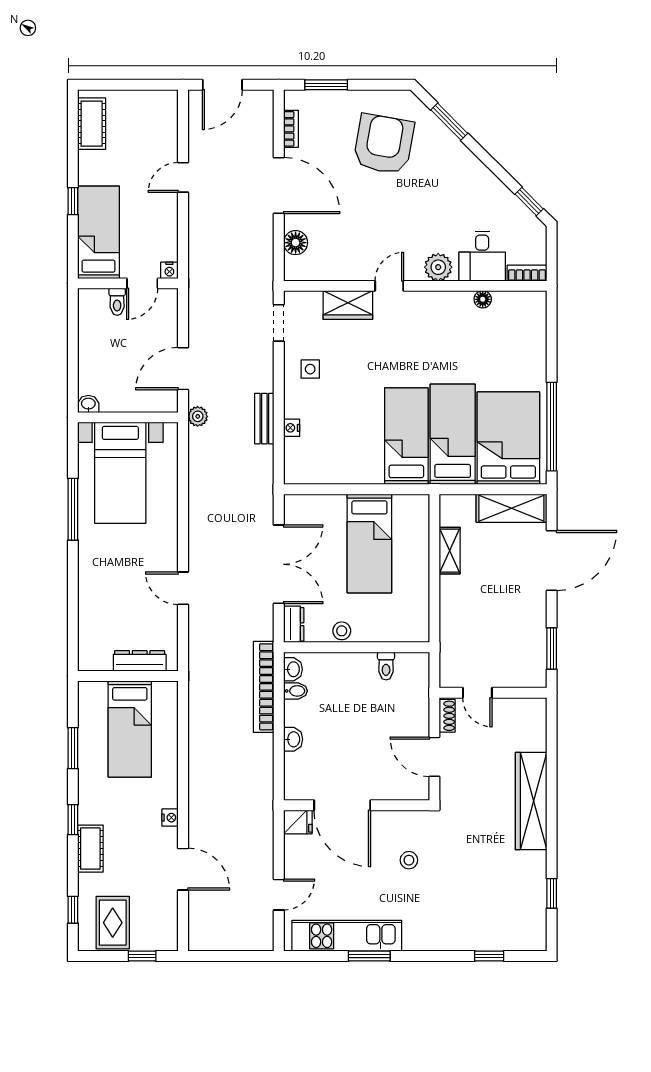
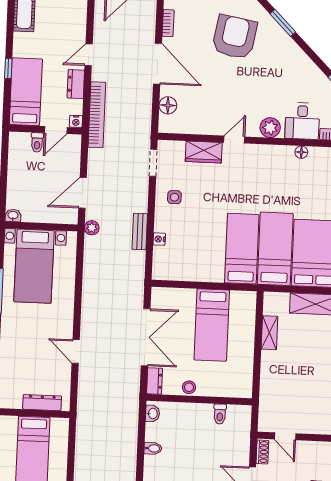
dresser: (167, 219) -> (76, 84), added
bookcase: (264, 687) -> (97, 115), moved, turned 180
bidet: (295, 691) -> (153, 448), moved
washbasin: (293, 739) -> (150, 464), removed

